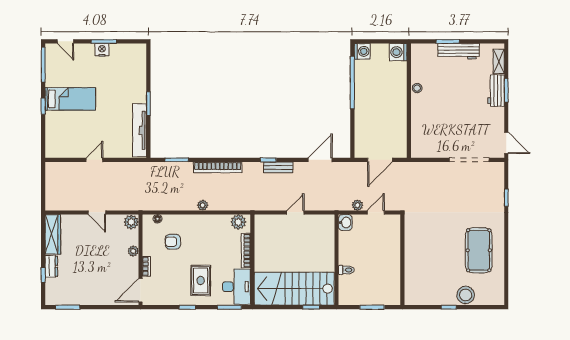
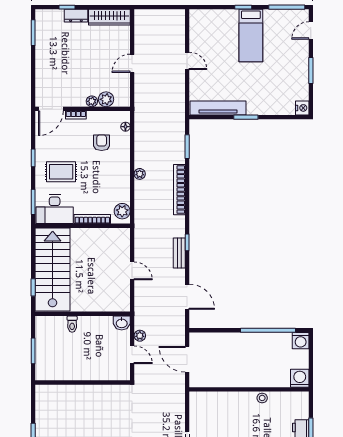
nightstand: (102, 50) -> (302, 108), moved
plant: (131, 222) -> (106, 99), moved
door: (140, 290) -> (51, 109), swing flipped

